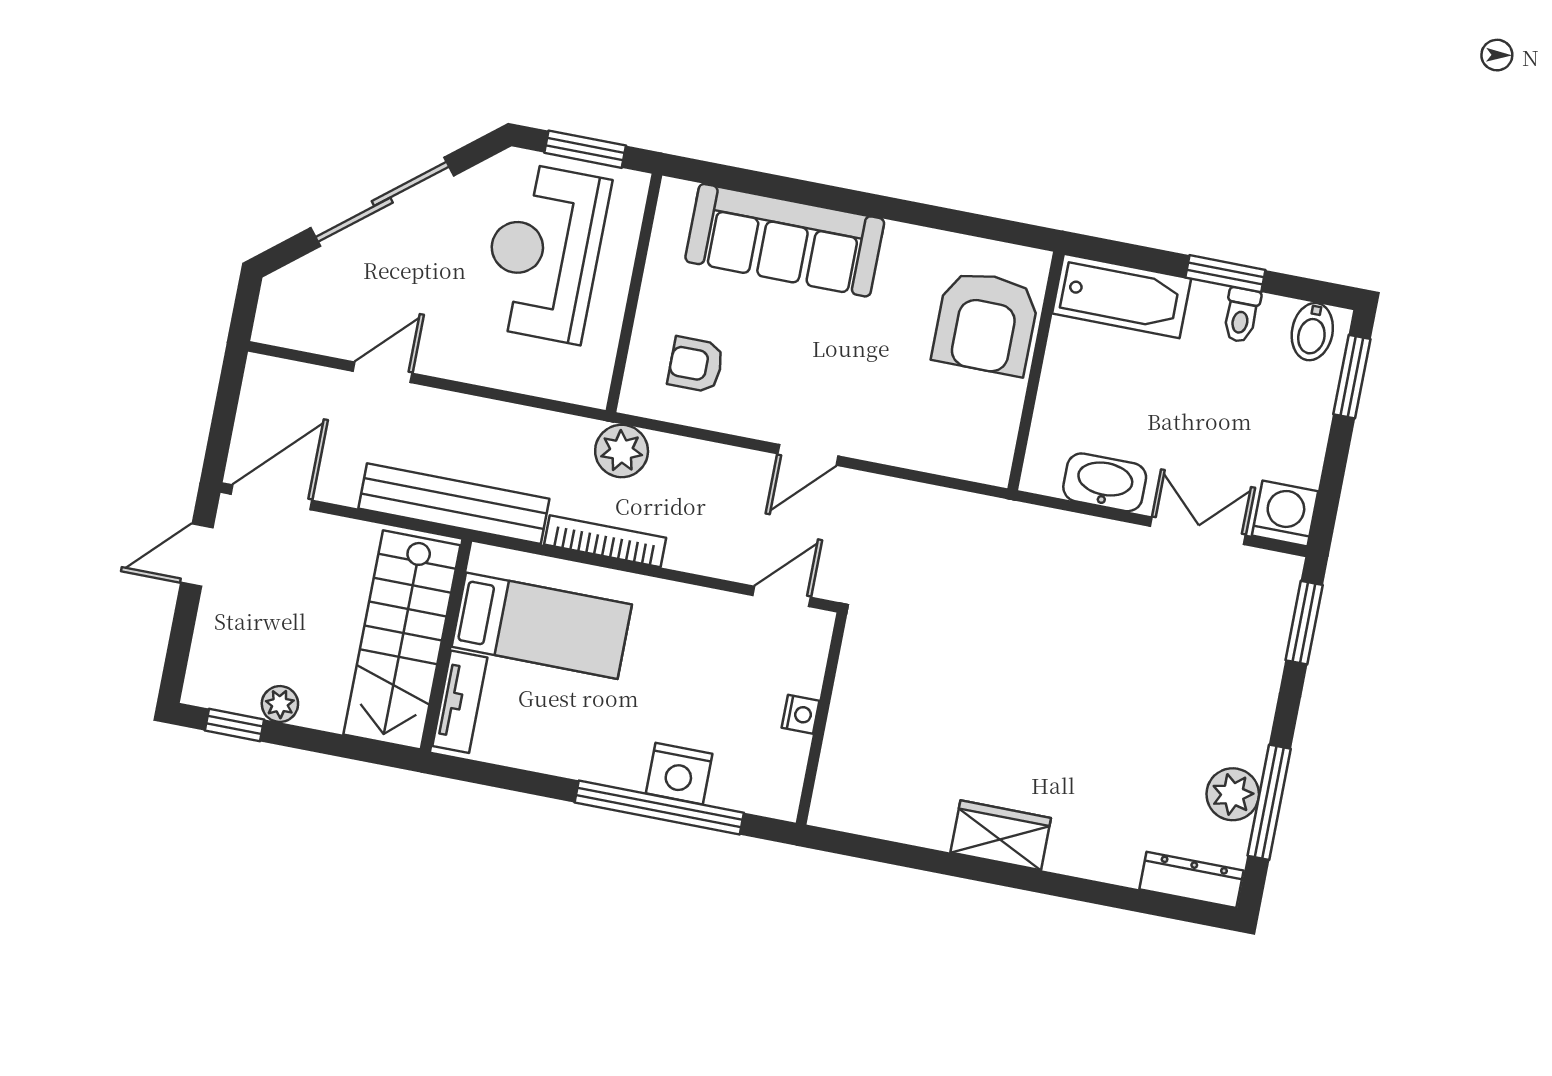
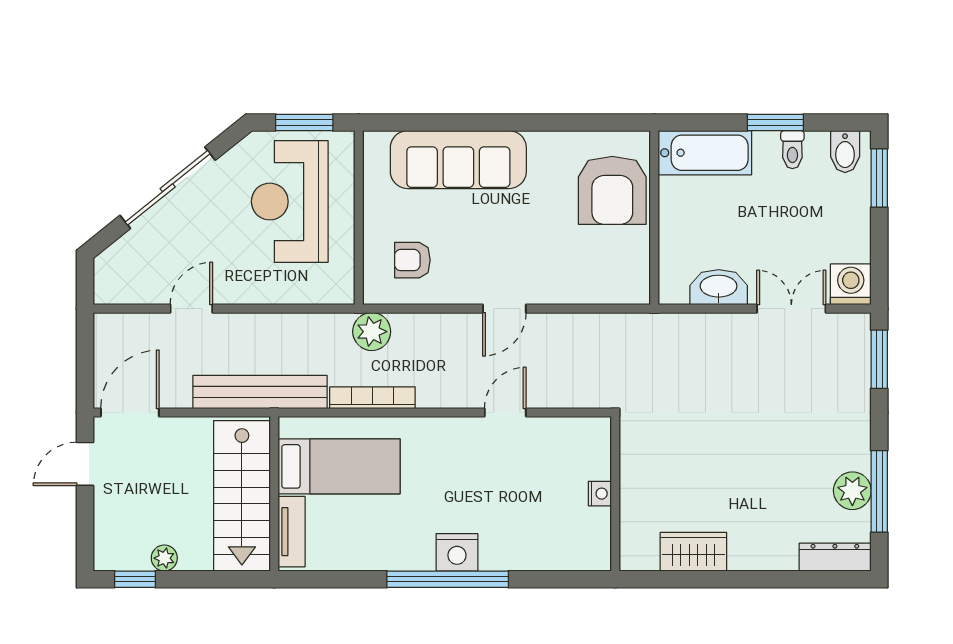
nightstand: (801, 714) -> (600, 494), moved
wall: (821, 719) -> (615, 494), moved

